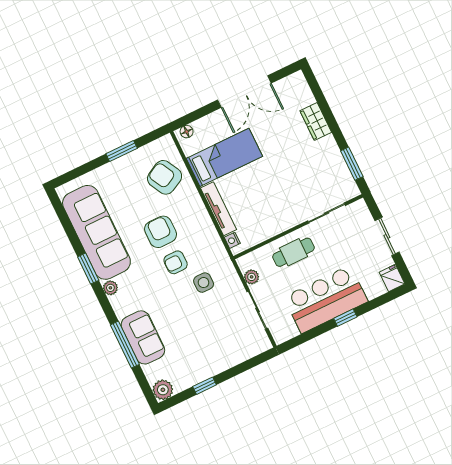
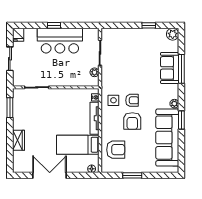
armchair: (165, 177) -> (116, 150), turned -62
cafe table: (293, 252) -> (65, 75), removed
side table: (204, 283) -> (113, 100), moved

